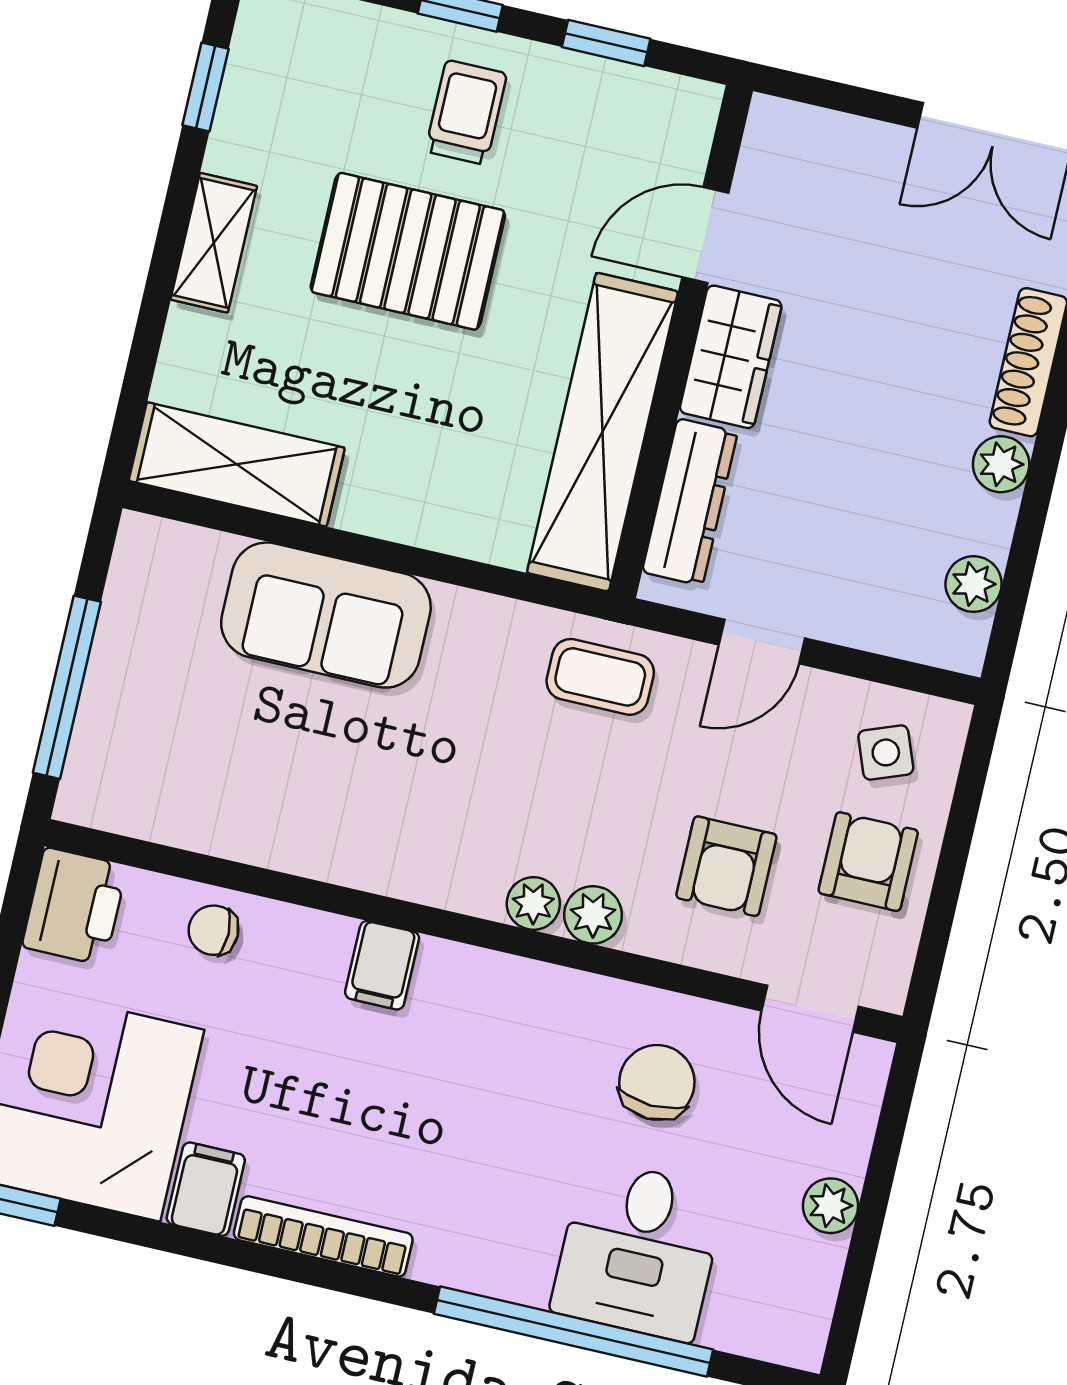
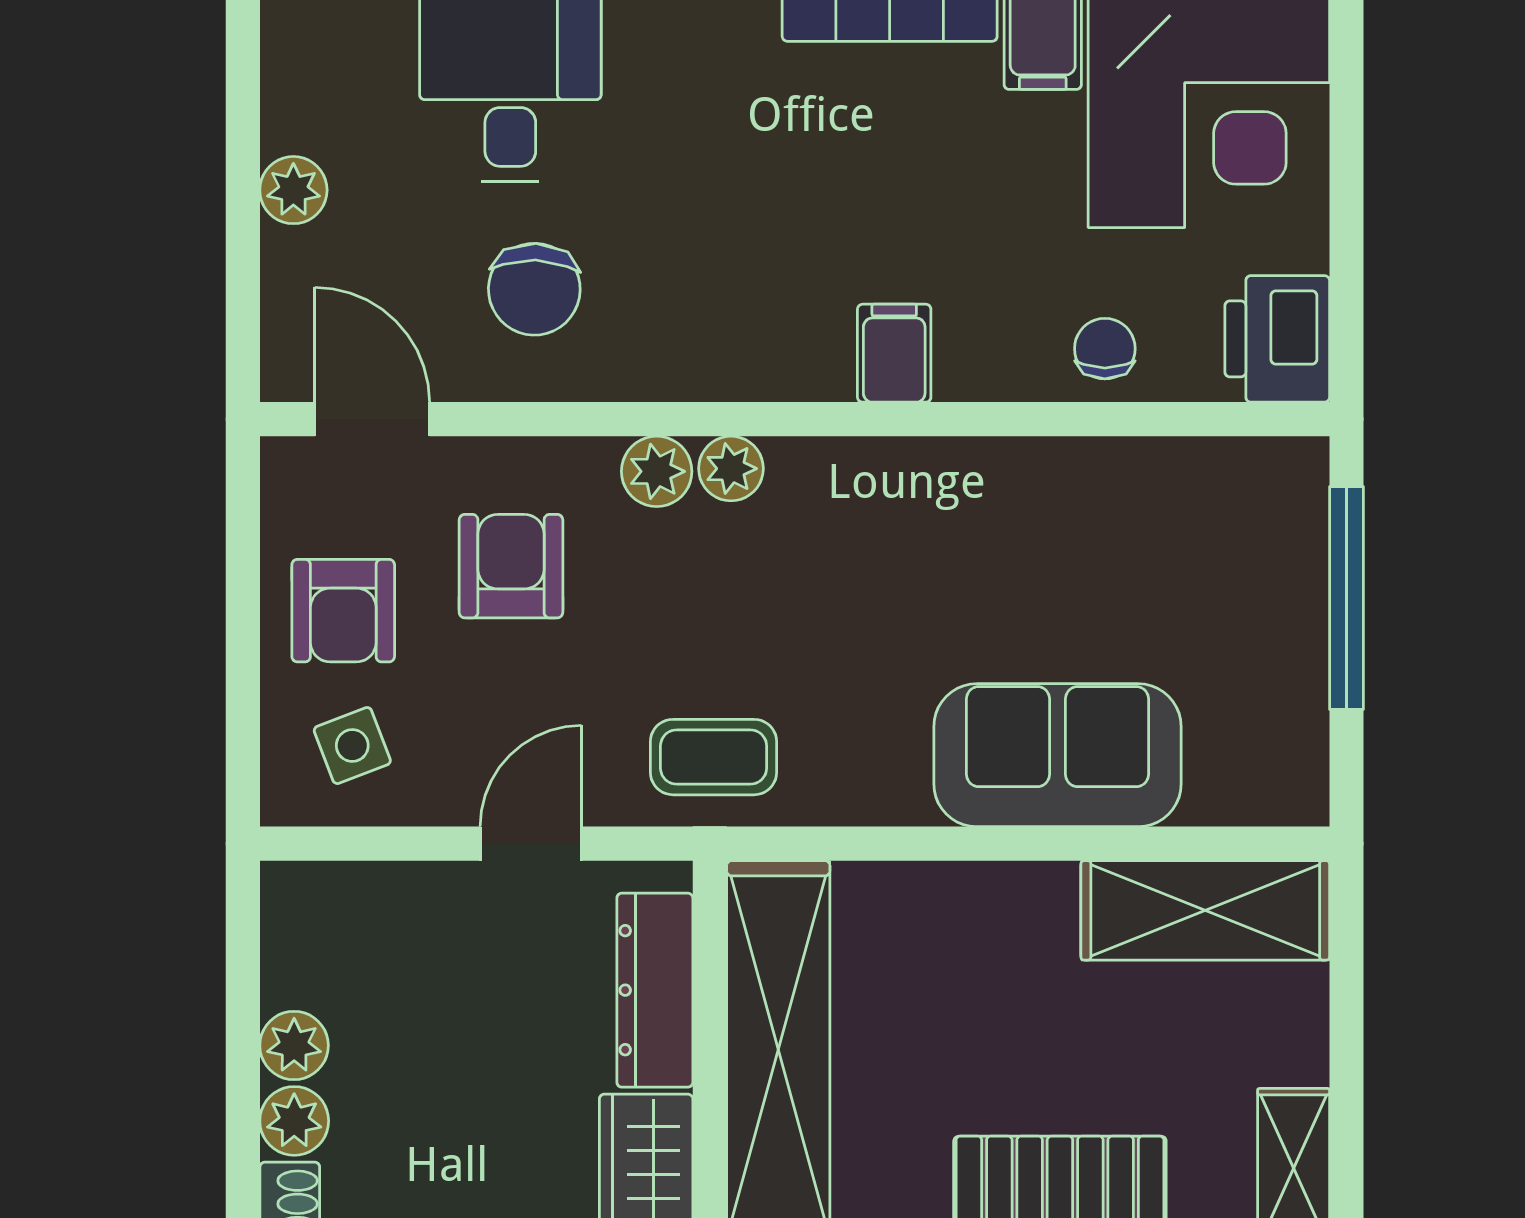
plant: (974, 584) -> (294, 1045), moved
chair: (214, 930) -> (1105, 349), turned -90

